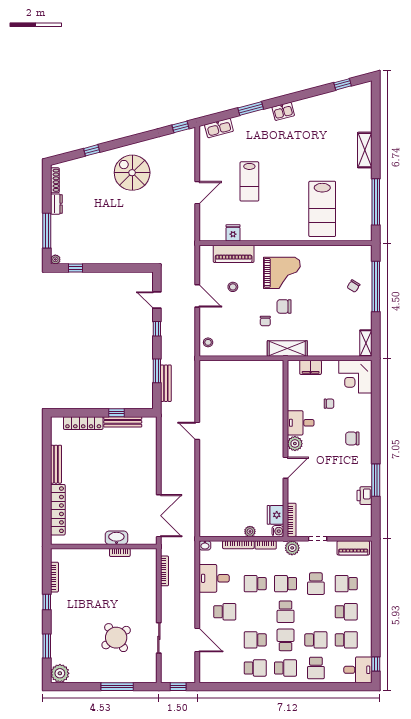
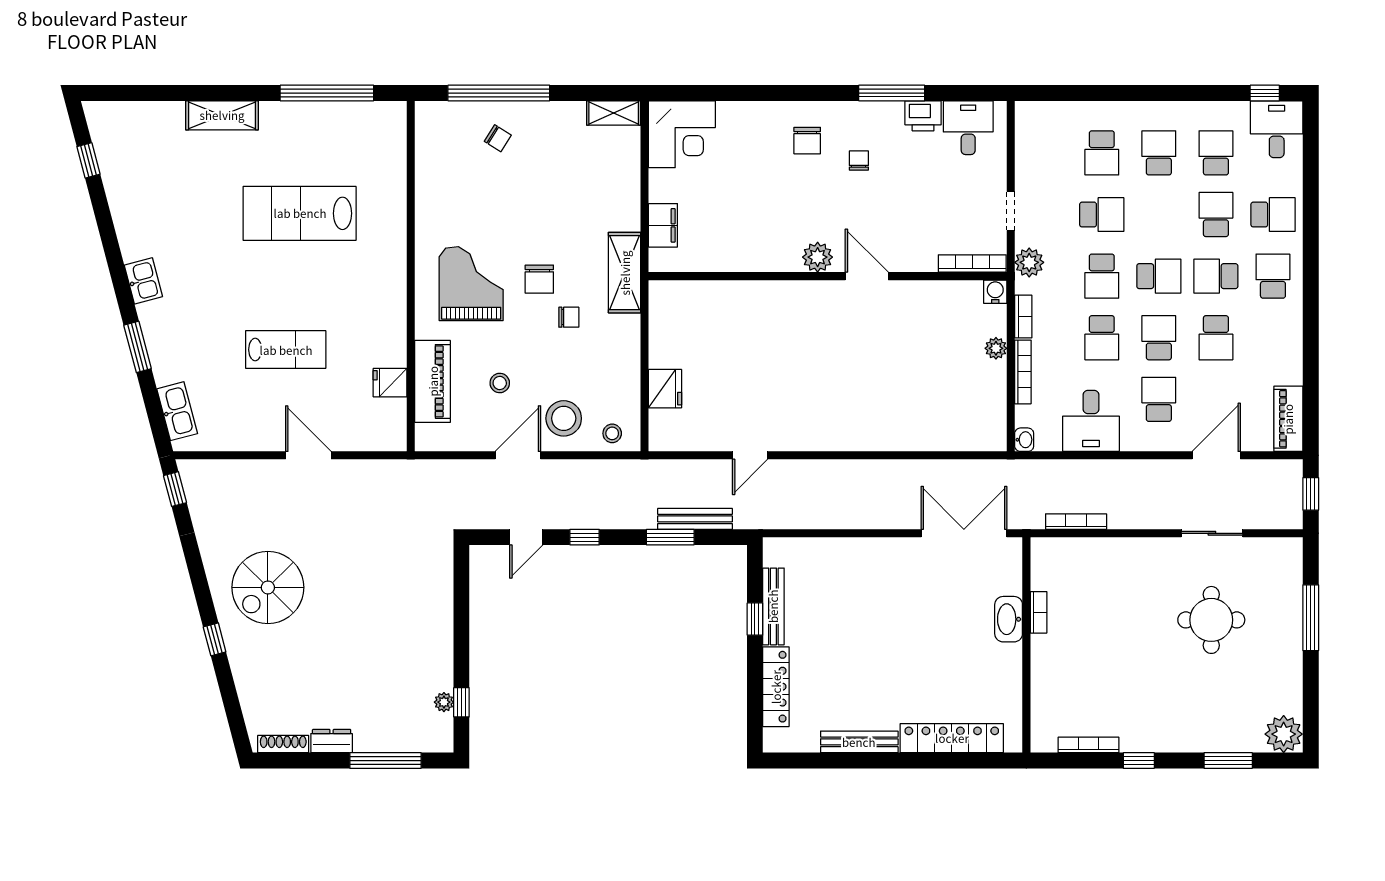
window: (92, 150) -> (215, 639), moved
lab bench: (322, 209) -> (300, 213), moved, turned 180
plant: (55, 259) -> (444, 702), moved
stool: (215, 318) -> (564, 418), added
chair: (329, 404) -> (859, 161), moved
desk: (301, 423) -> (968, 128), moved, turned 180
door: (197, 431) -> (750, 455), moved
fridge: (275, 515) -> (665, 389), moved, turned -90
piano: (353, 548) -> (1288, 419), moved, turned 180
round table: (116, 638) -> (1211, 620), turned 36
school desk: (255, 668) -> (1159, 338), moved

